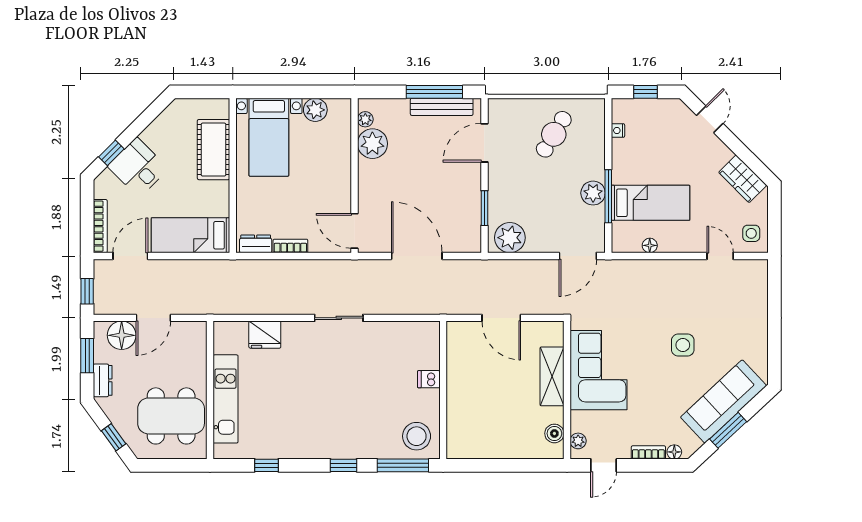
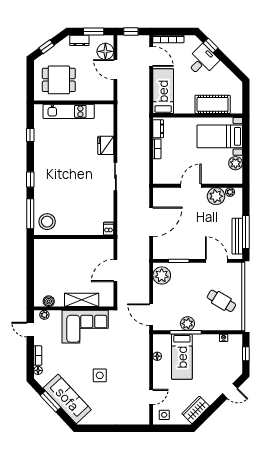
door: (354, 231) -> (191, 186), moved
fridge: (265, 335) -> (106, 145), moved
dishwasher: (429, 379) -> (109, 229), moved
dining table: (171, 416) -> (59, 80), width x0.73

